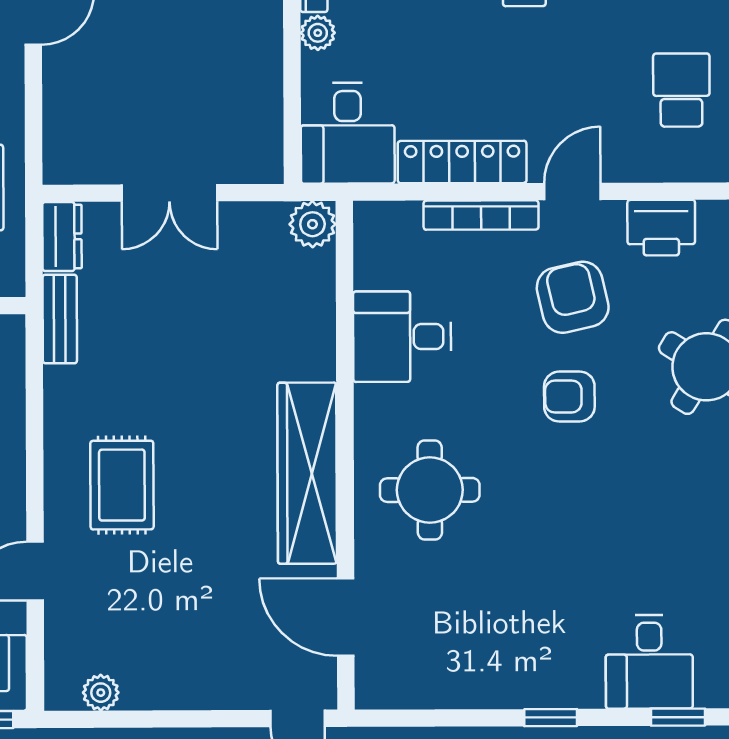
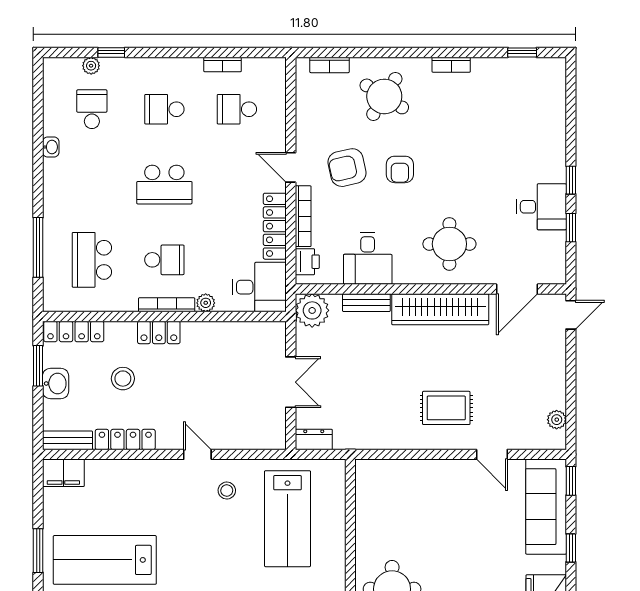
plant: (312, 224) -> (312, 310), width x1.36, depth x1.36
printer: (661, 228) -> (307, 262), moved, width x0.73, depth x0.81
bench: (60, 319) -> (366, 303), moved
desk: (649, 662) -> (541, 207), moved
window: (678, 717) -> (571, 228), moved

